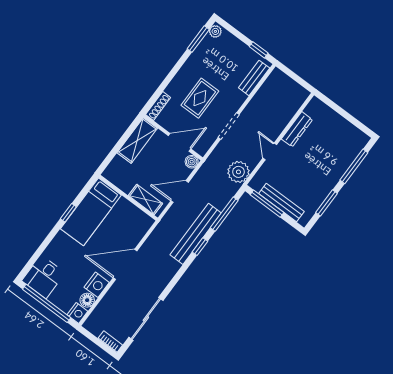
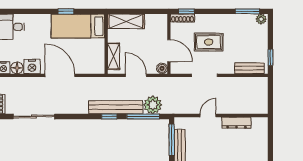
window: (155, 98) -> (186, 11), added
shelving: (137, 140) -> (126, 21), moved
plant: (238, 172) -> (153, 105), moved

